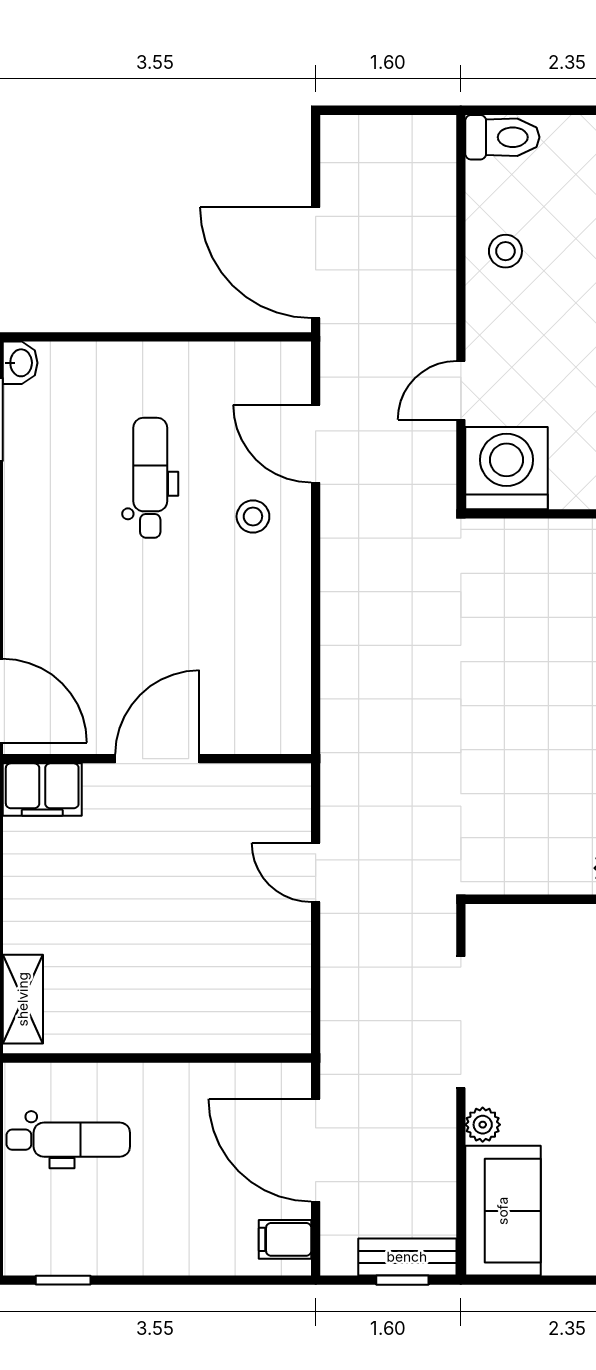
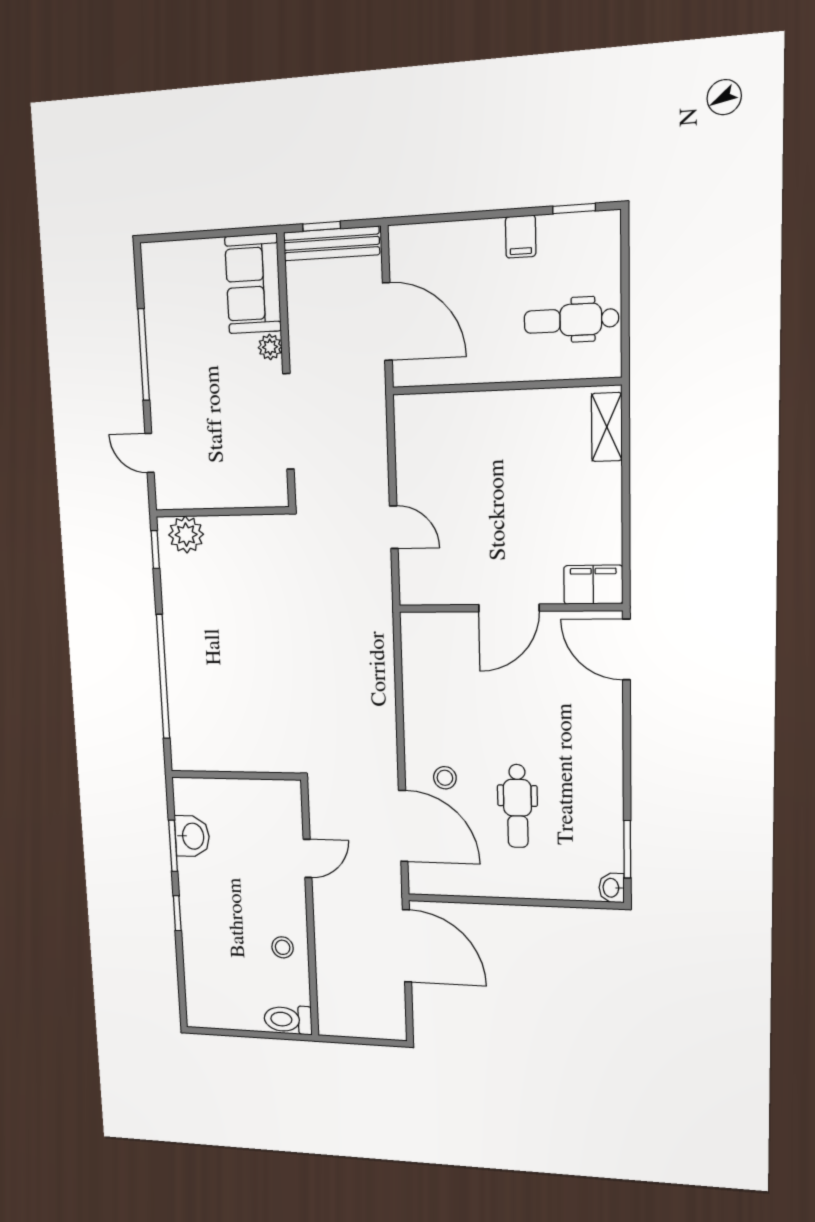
door: (316, 444) -> (403, 826), width x1.36
washing machine: (507, 468) -> (275, 806), removed
filing cabinet: (285, 1239) -> (521, 237), moved, turned 90
bench: (407, 1257) -> (331, 243), width x1.36

